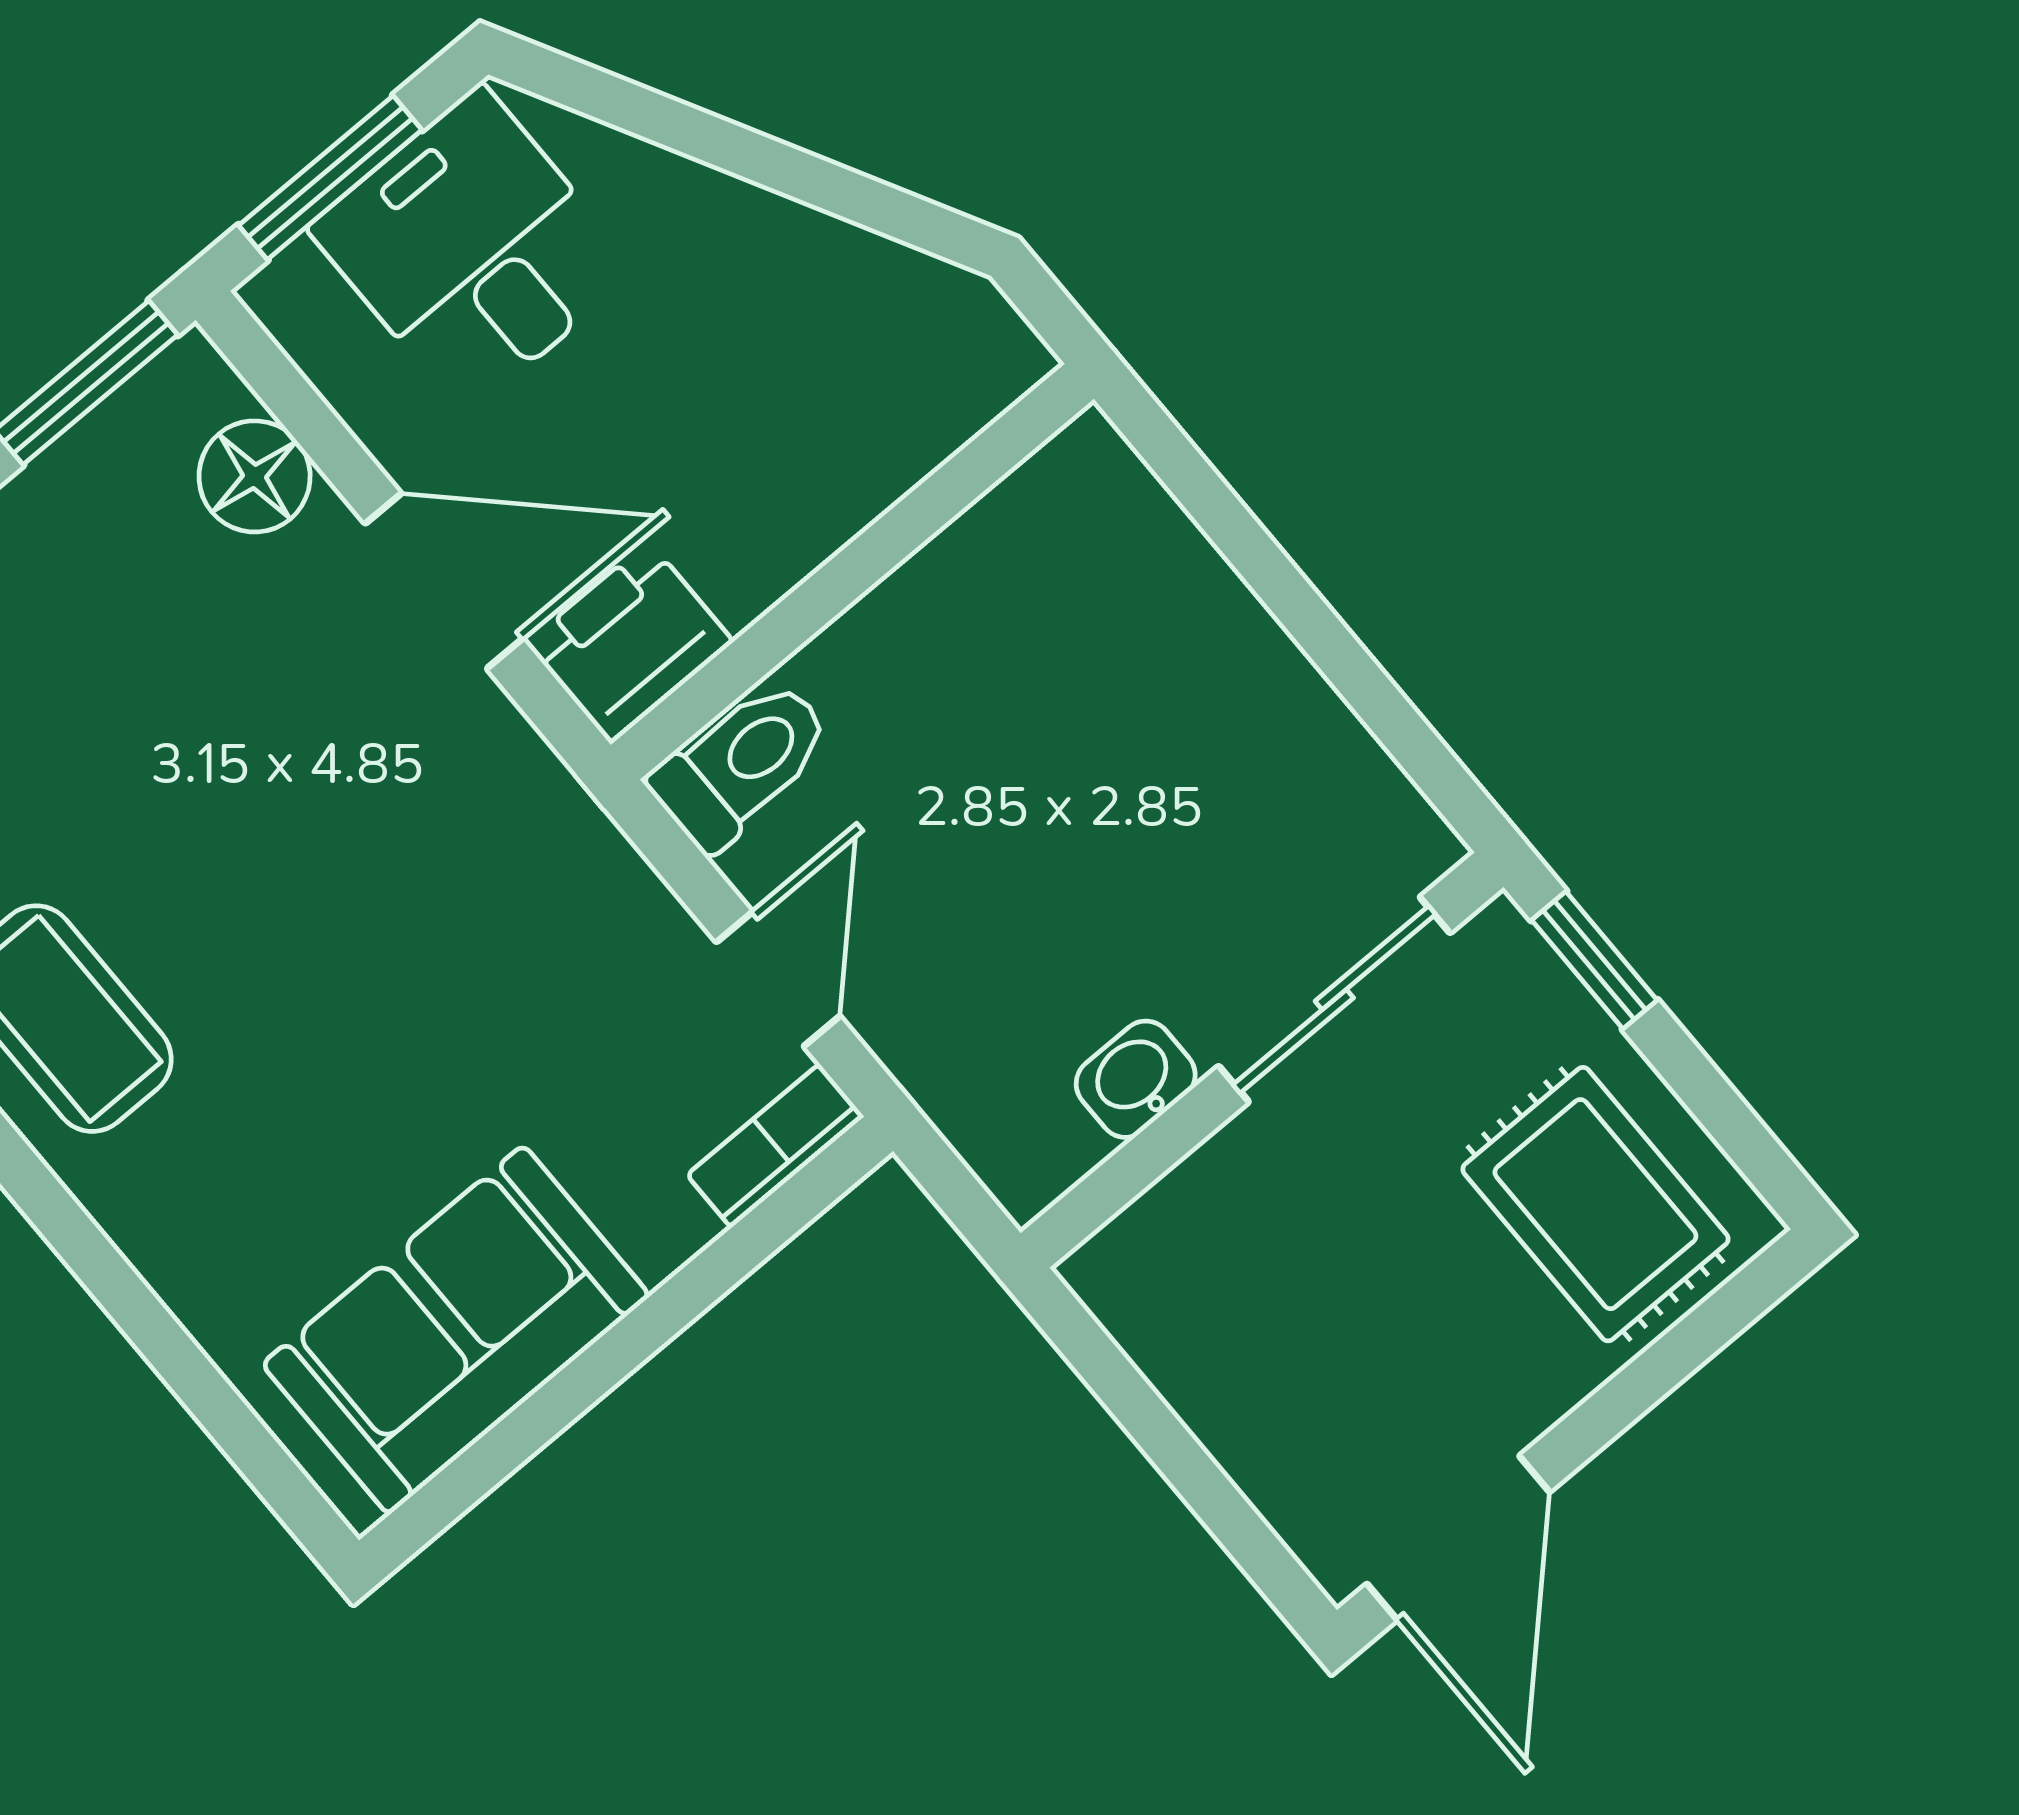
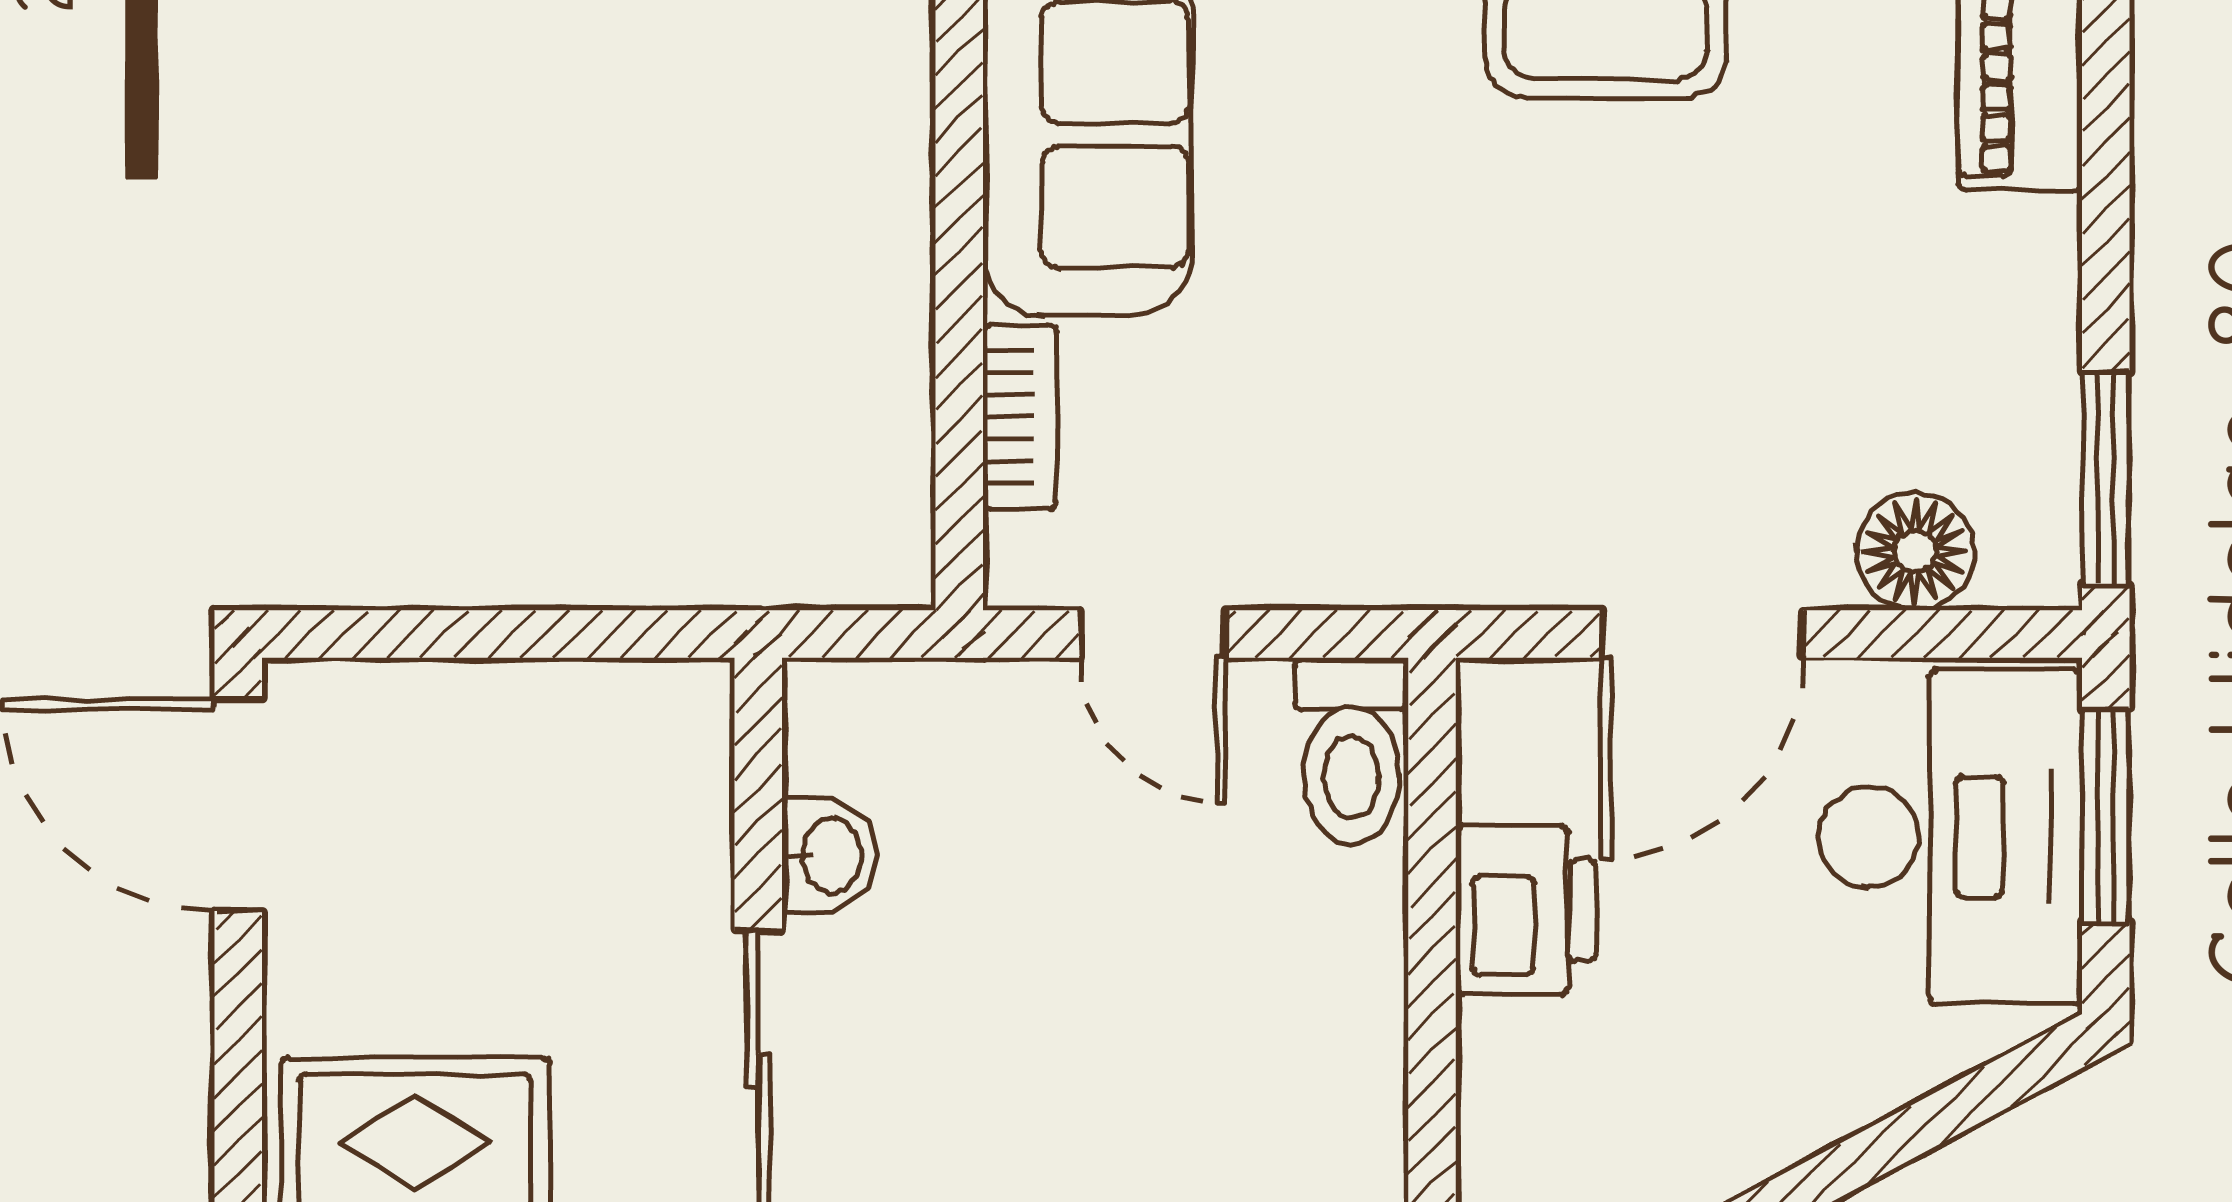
desk: (473, 250) -> (1951, 837), width x1.37
printer: (630, 643) -> (1526, 910), moved
bookcase: (775, 1146) -> (1020, 417), moved

